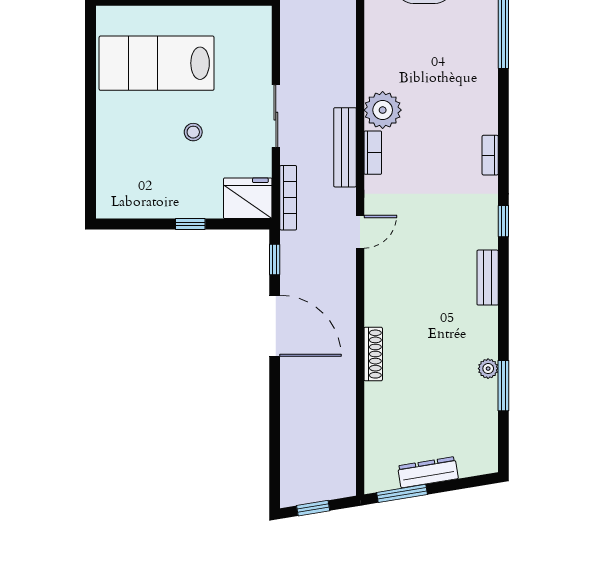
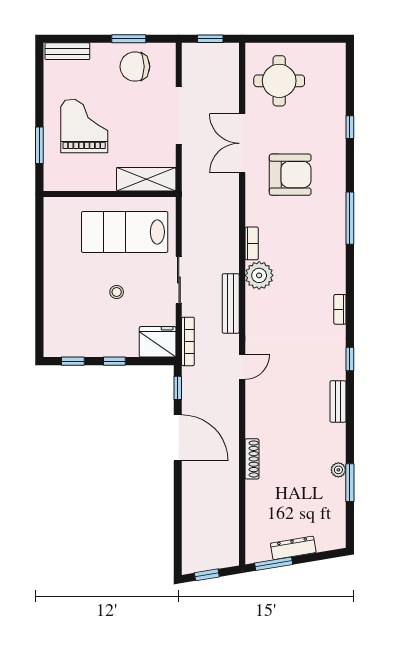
lab bench: (157, 63) -> (125, 232), moved
bookcase: (373, 153) -> (252, 243), moved
window: (135, 224) -> (73, 361), added

